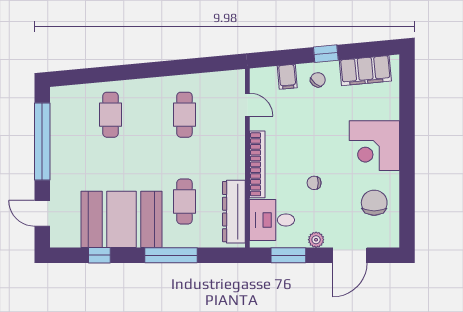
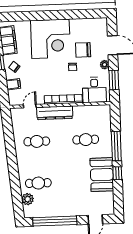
plant: (83, 95) -> (28, 199), added
corner desk: (374, 146) -> (50, 39), width x1.36, depth x1.36
chair: (374, 203) -> (83, 50), moved
dresser: (234, 212) -> (55, 113), moved
booth: (122, 219) -> (102, 175), width x0.73, depth x0.70
window: (99, 255) -> (117, 173), moved

